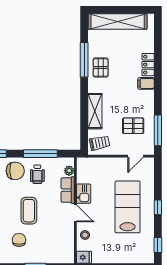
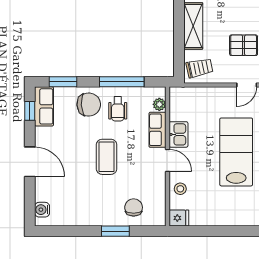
chair: (19, 240) -> (134, 207), moved

